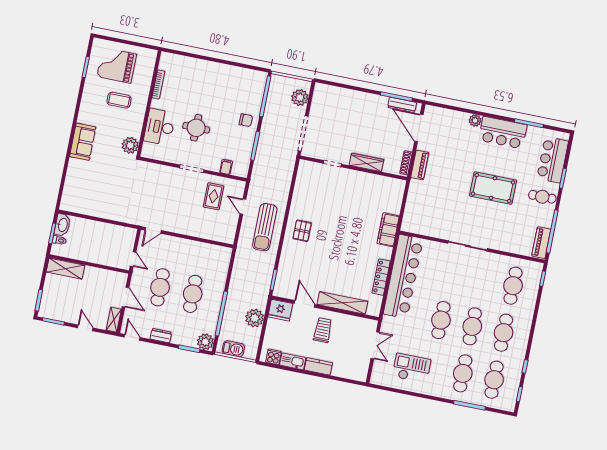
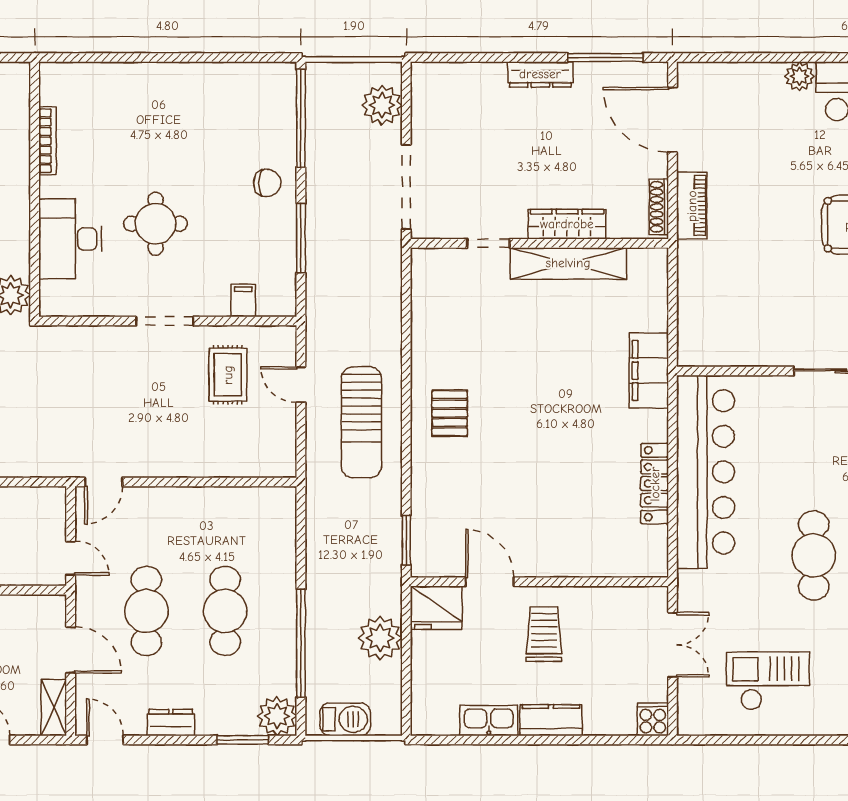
dresser: (402, 105) -> (540, 74), moved
shelving: (342, 303) -> (568, 263), moved
cooker: (273, 357) -> (653, 719), moved

